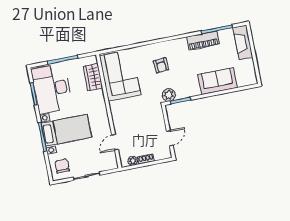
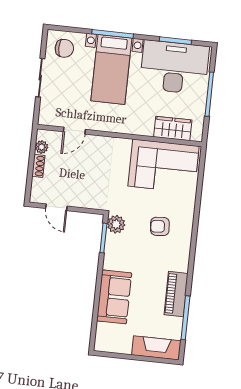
door: (115, 142) -> (74, 131), swing flipped

